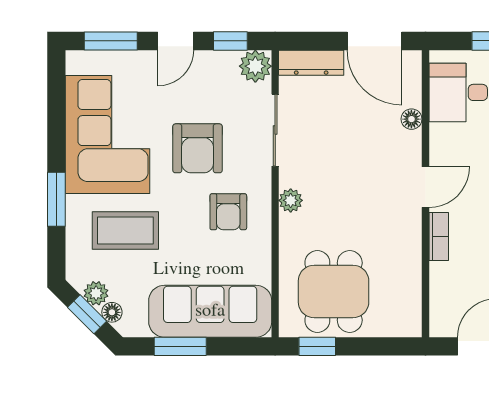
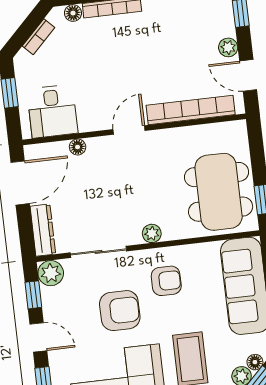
door: (425, 187) -> (129, 130), hinge flipped
bookcase: (439, 236) -> (191, 110), width x2.31, depth x1.31
dining table: (334, 291) -> (219, 192), width x1.38

